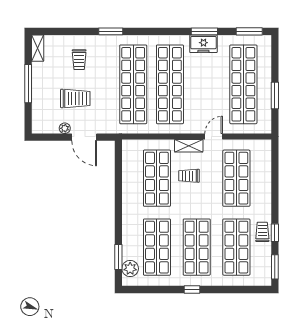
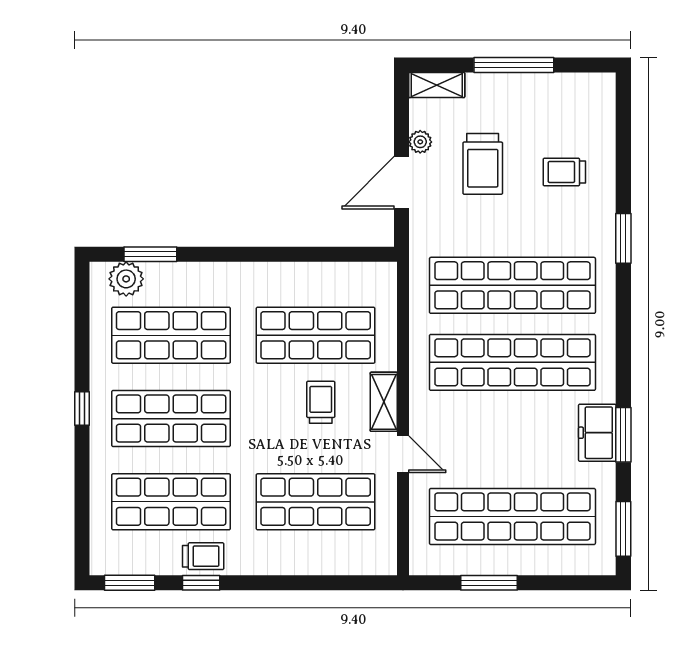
shelving: (38, 48) -> (437, 85), moved

